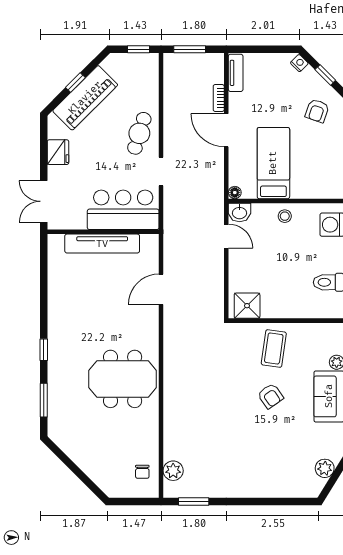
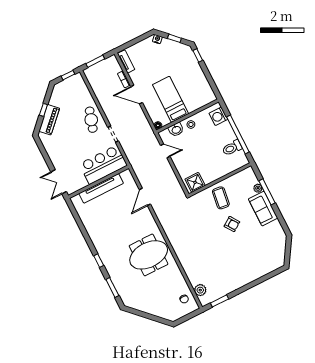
piano: (85, 98) -> (49, 120), width x0.73, depth x0.75
armchair: (317, 111) -> (180, 60), removed
fridge: (58, 152) -> (53, 152), removed
washbasin: (240, 213) -> (176, 130), moved
plant: (325, 468) -> (280, 248), removed

